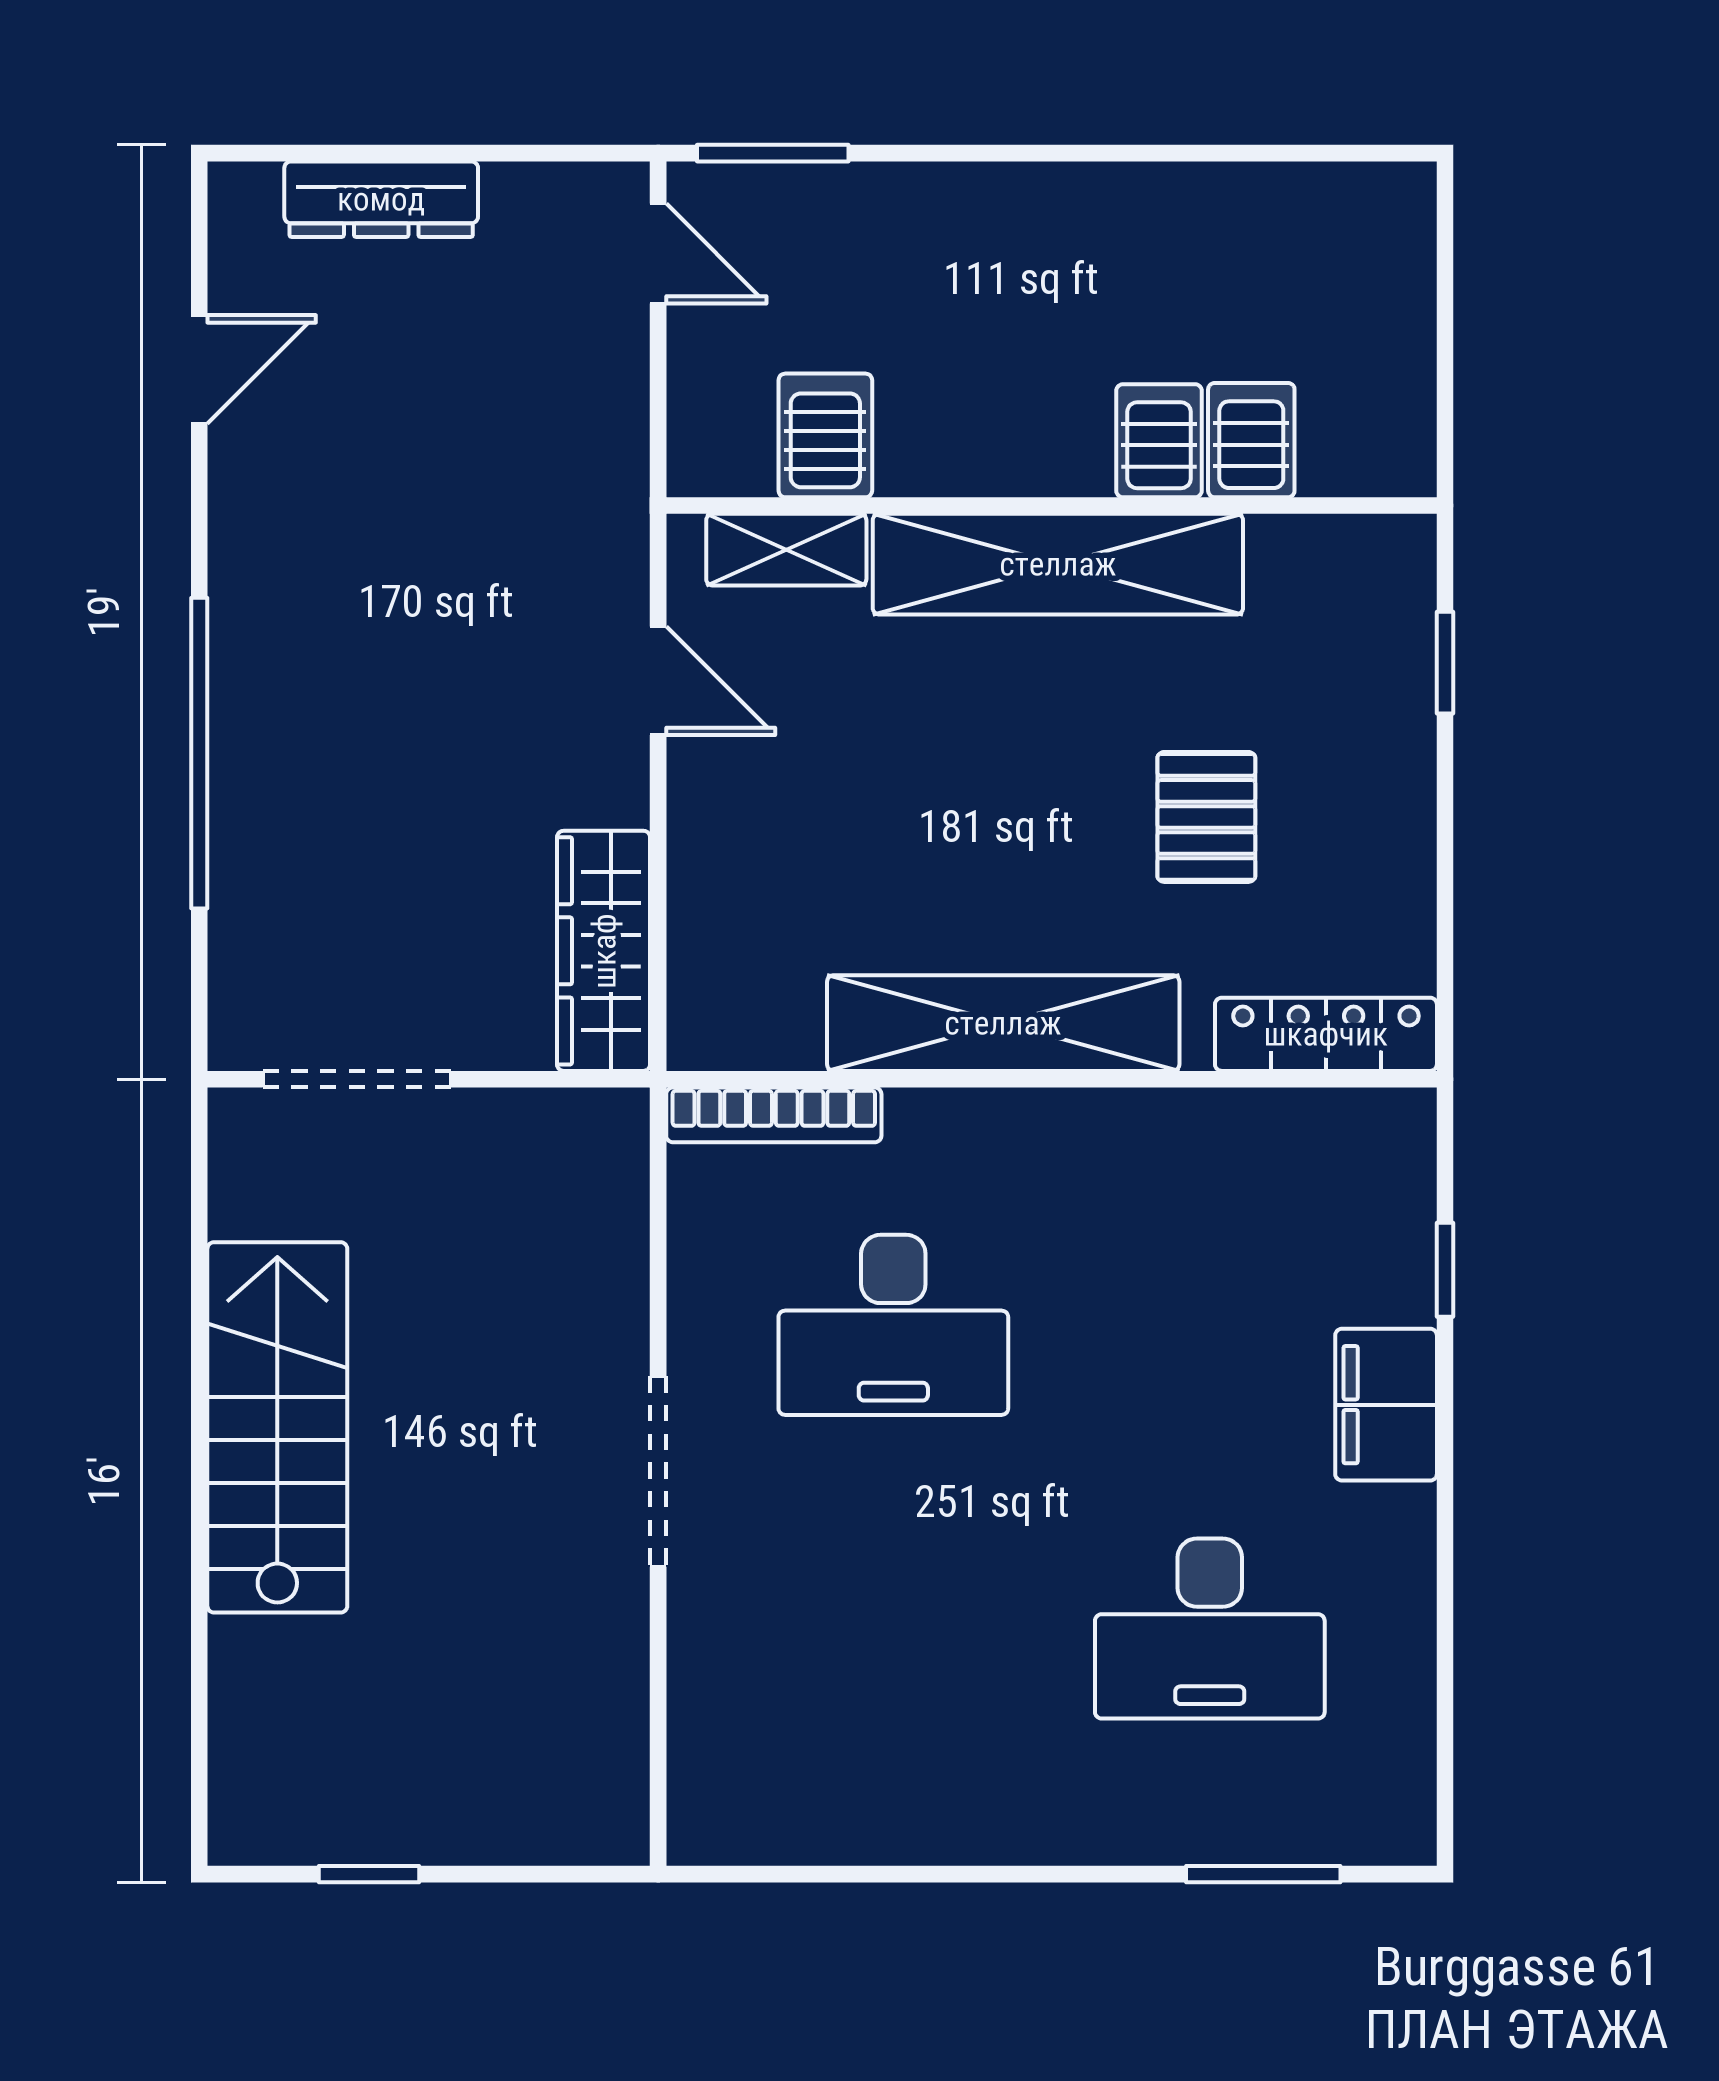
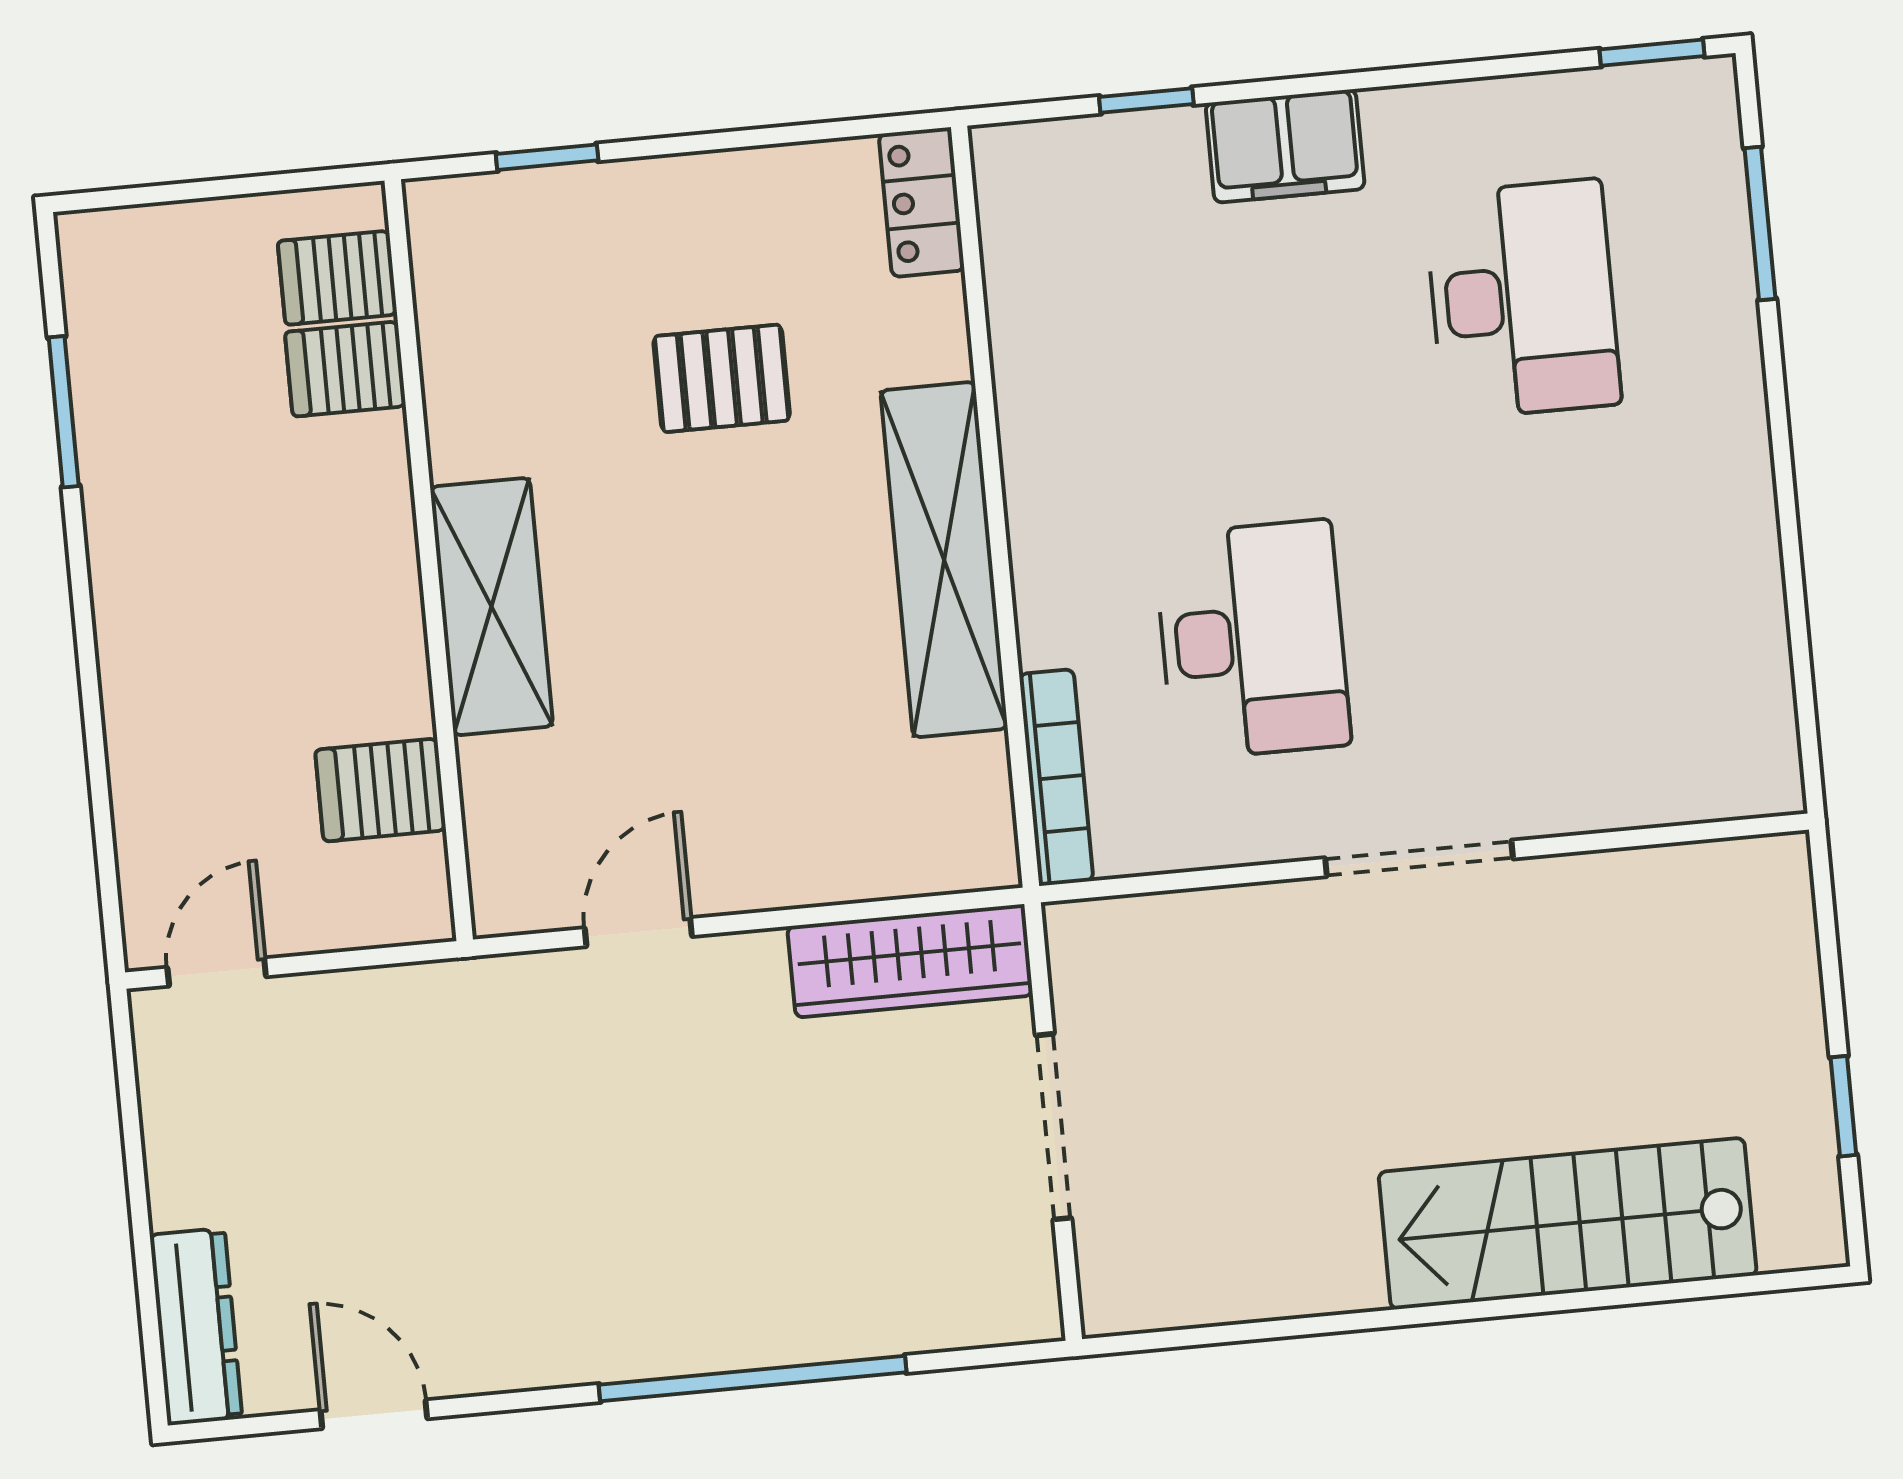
window: (773, 153) -> (64, 412), moved
dresser: (381, 199) -> (196, 1327), moved
server rack: (1159, 441) -> (337, 278), moved
shelving: (786, 550) -> (497, 818), removed
shelving: (1058, 564) -> (491, 607), width x0.68
locker: (1326, 1034) -> (922, 202), width x0.66
doorway: (357, 1079) -> (1054, 1127), moved
stairs: (277, 1427) -> (1568, 1224), moved
window: (1445, 1782) -> (1652, 53), added

